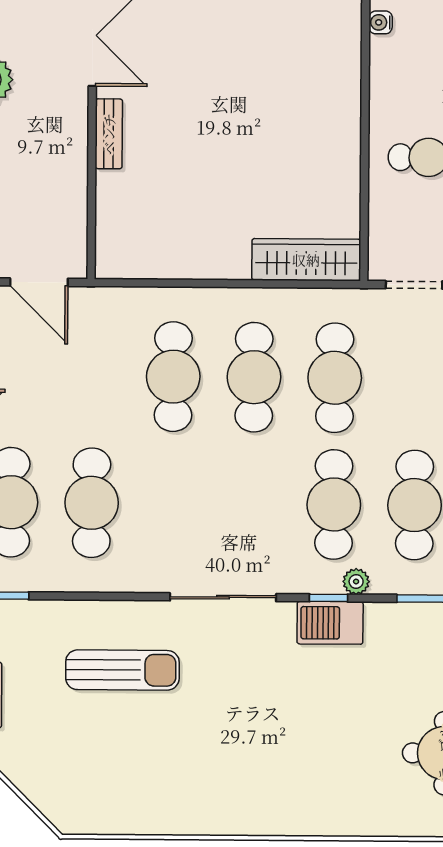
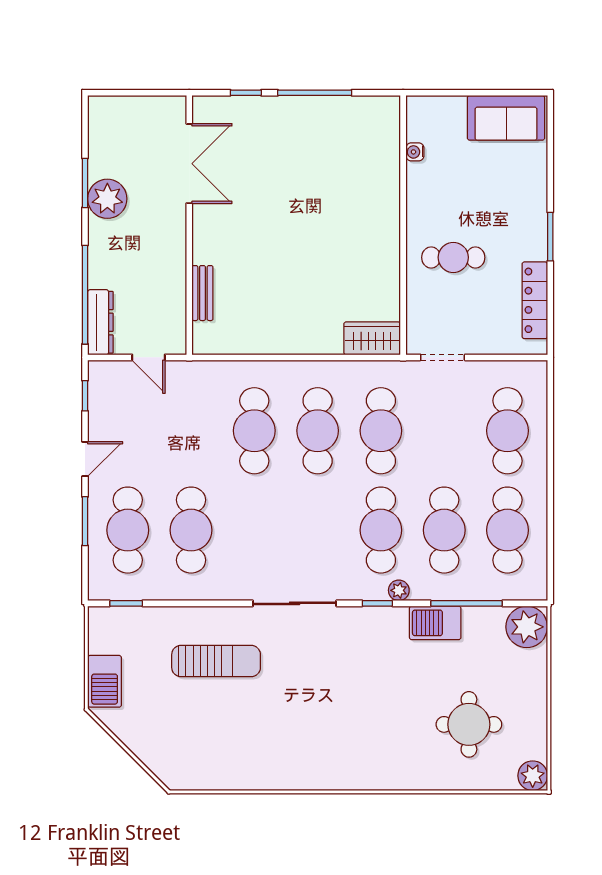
bench: (109, 134) -> (202, 293), moved
wardrobe: (306, 260) -> (372, 338), width x0.67
door: (39, 282) -> (149, 357), width x0.73
barbecue: (330, 623) -> (435, 623), moved

